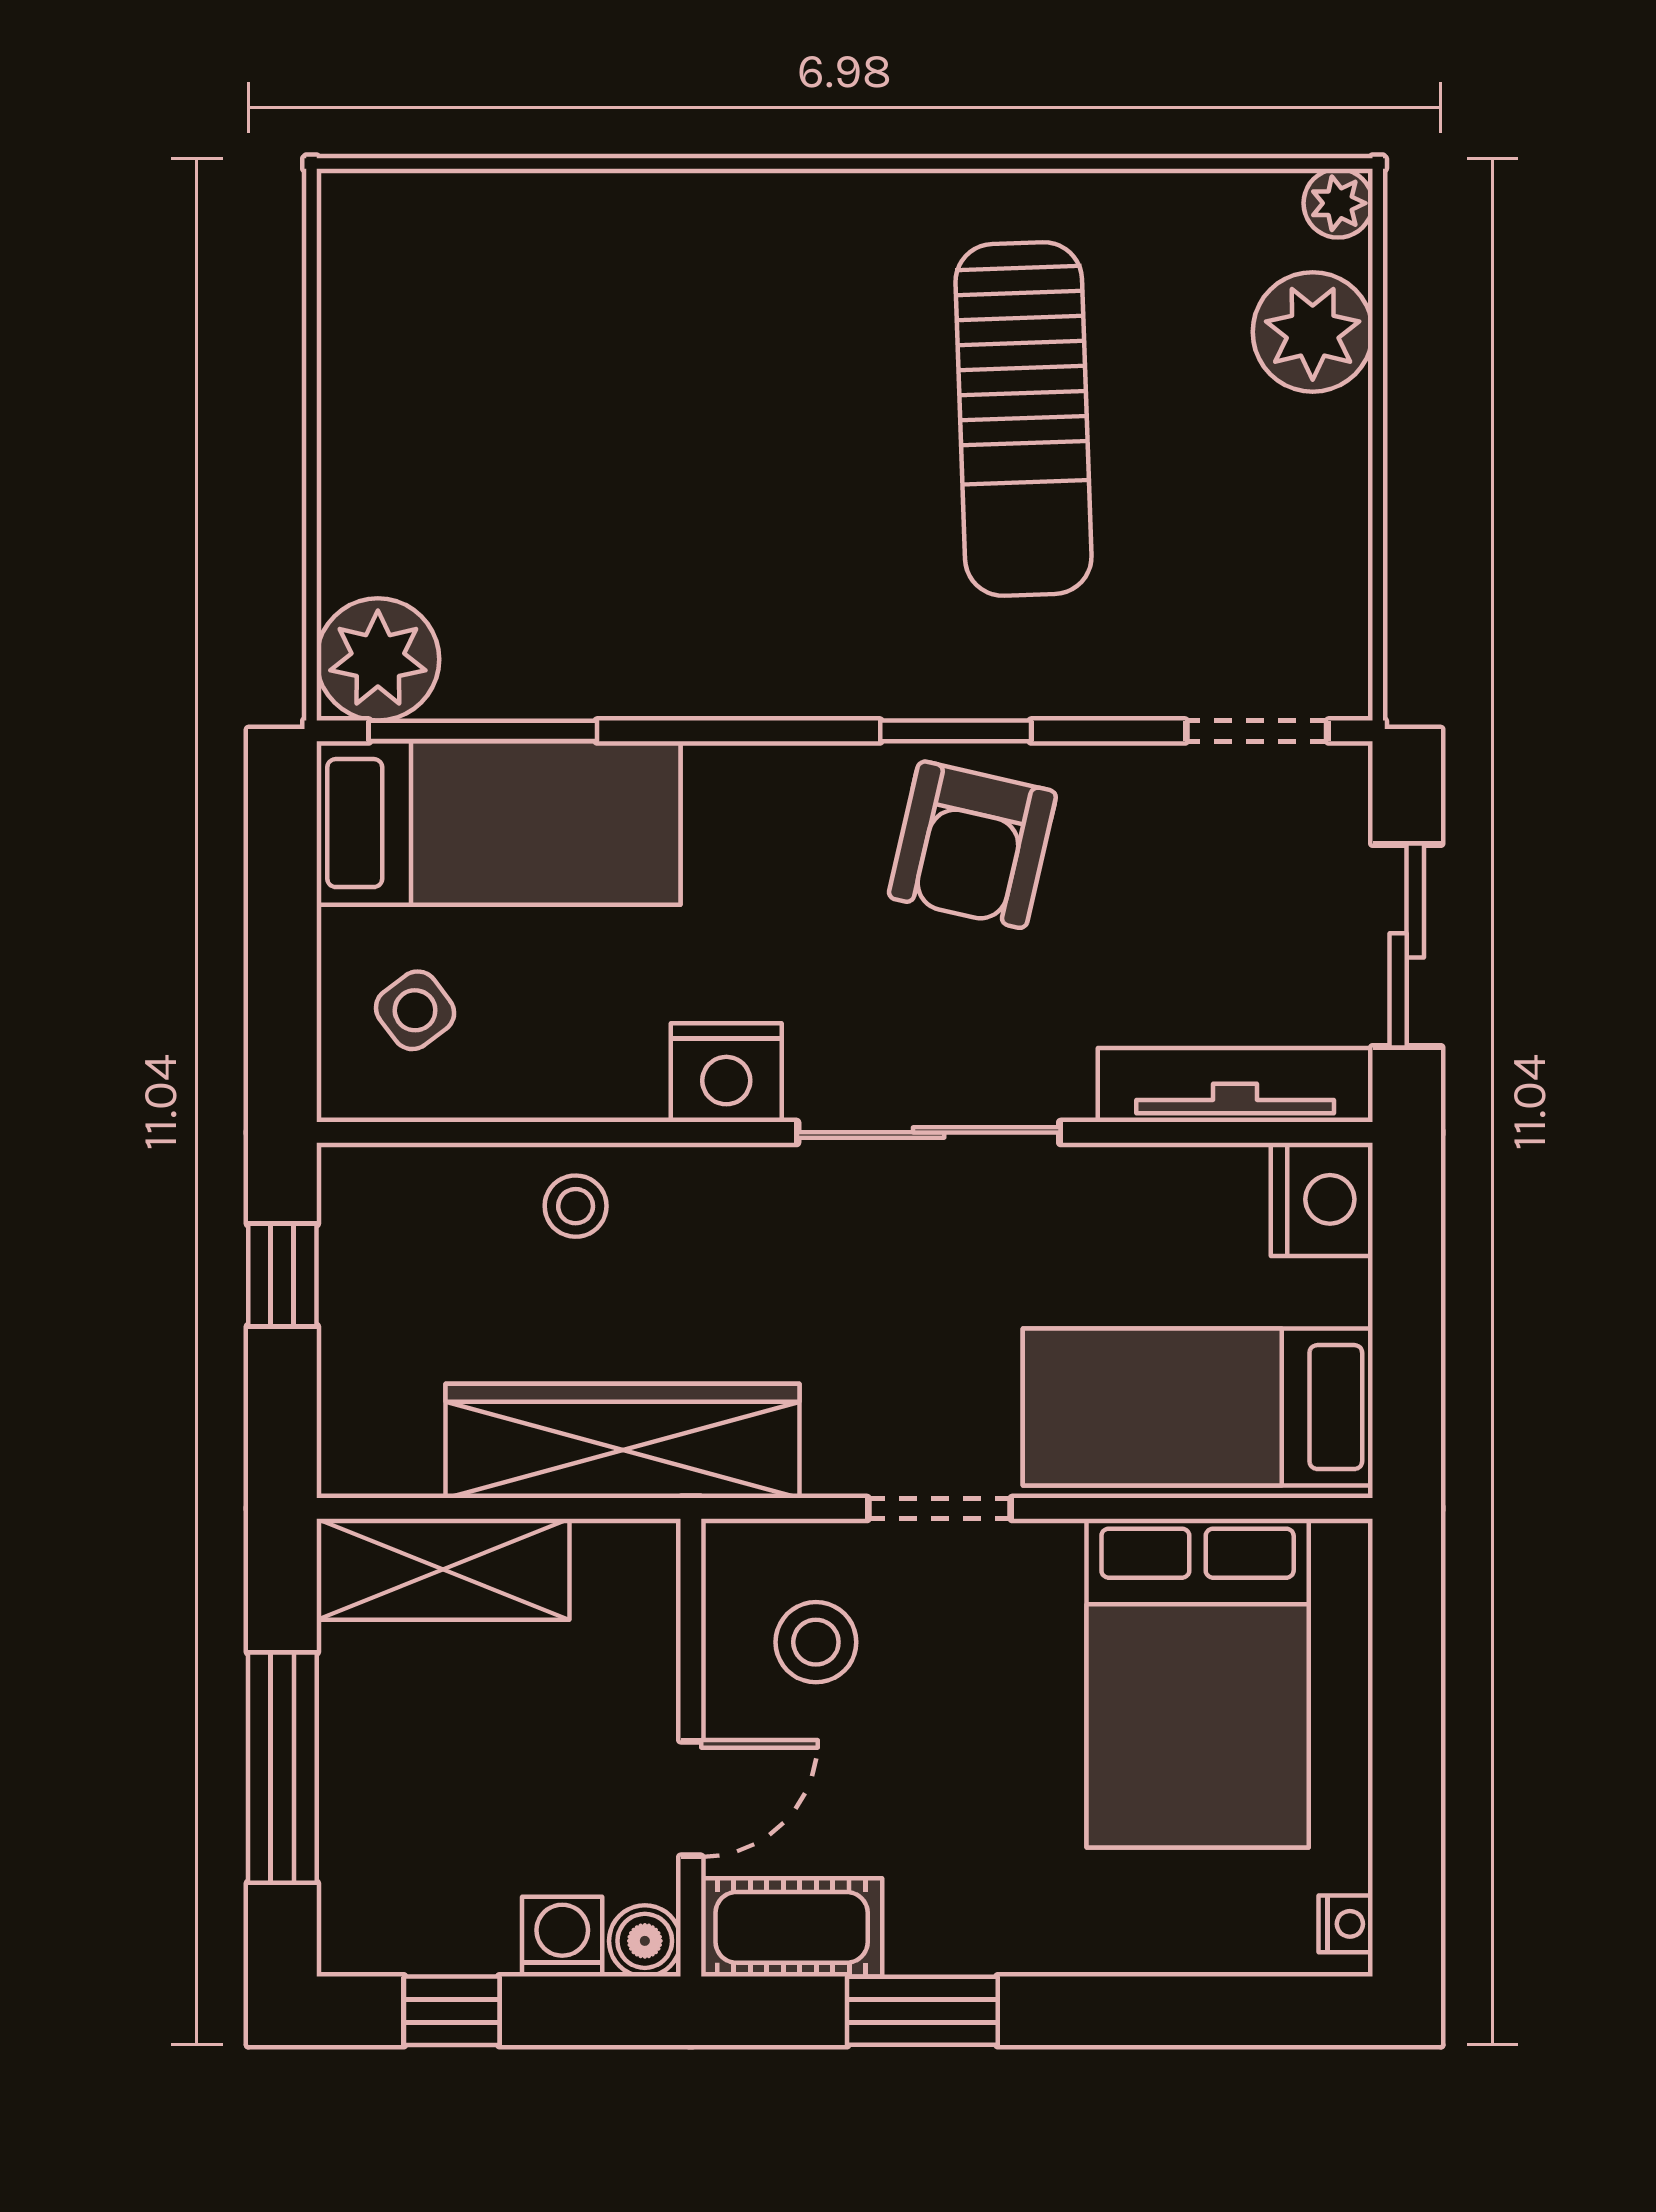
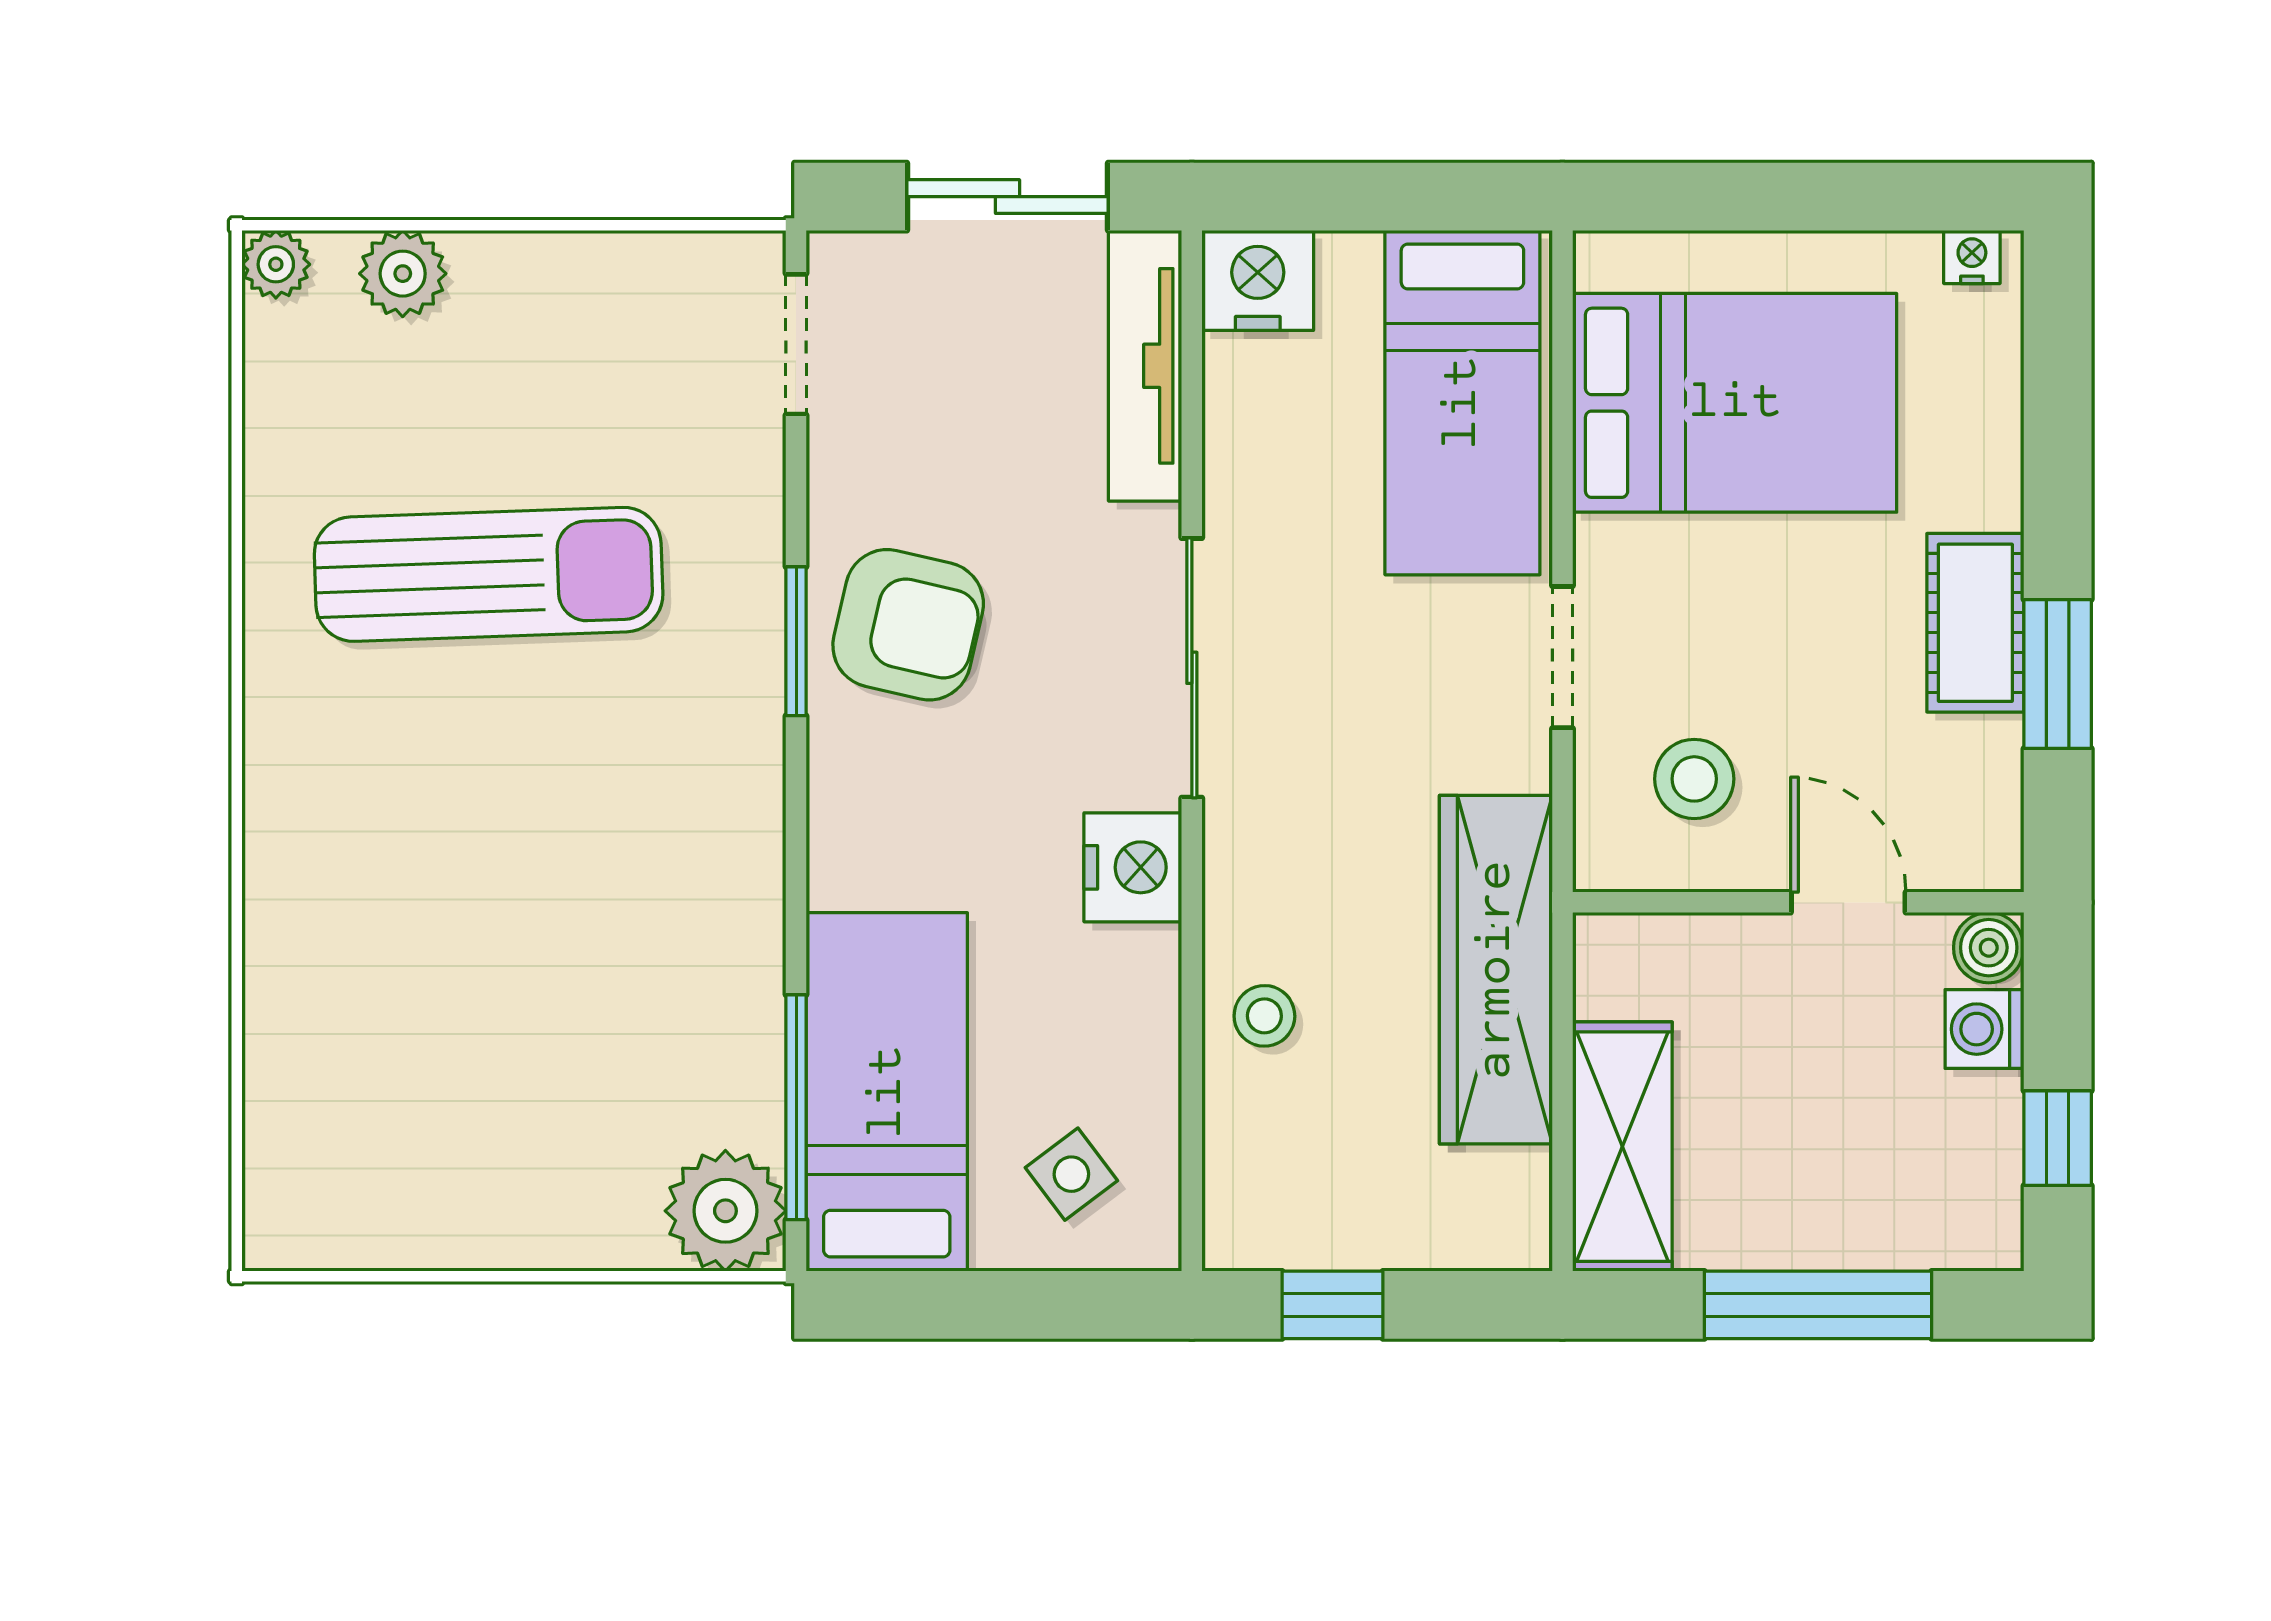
plant: (1313, 332) -> (403, 274), width x0.73, depth x0.73
cot: (792, 1927) -> (1975, 623), moved

